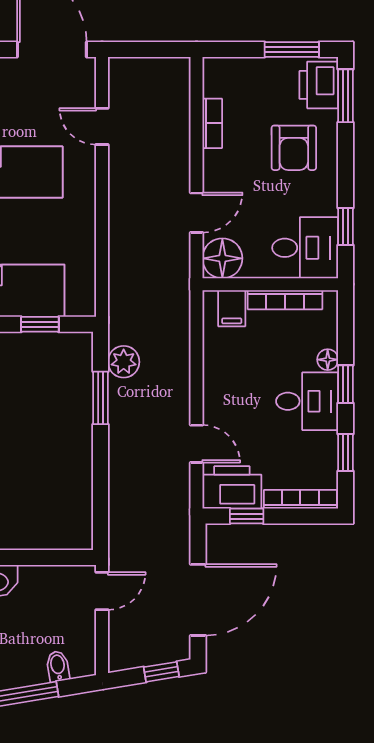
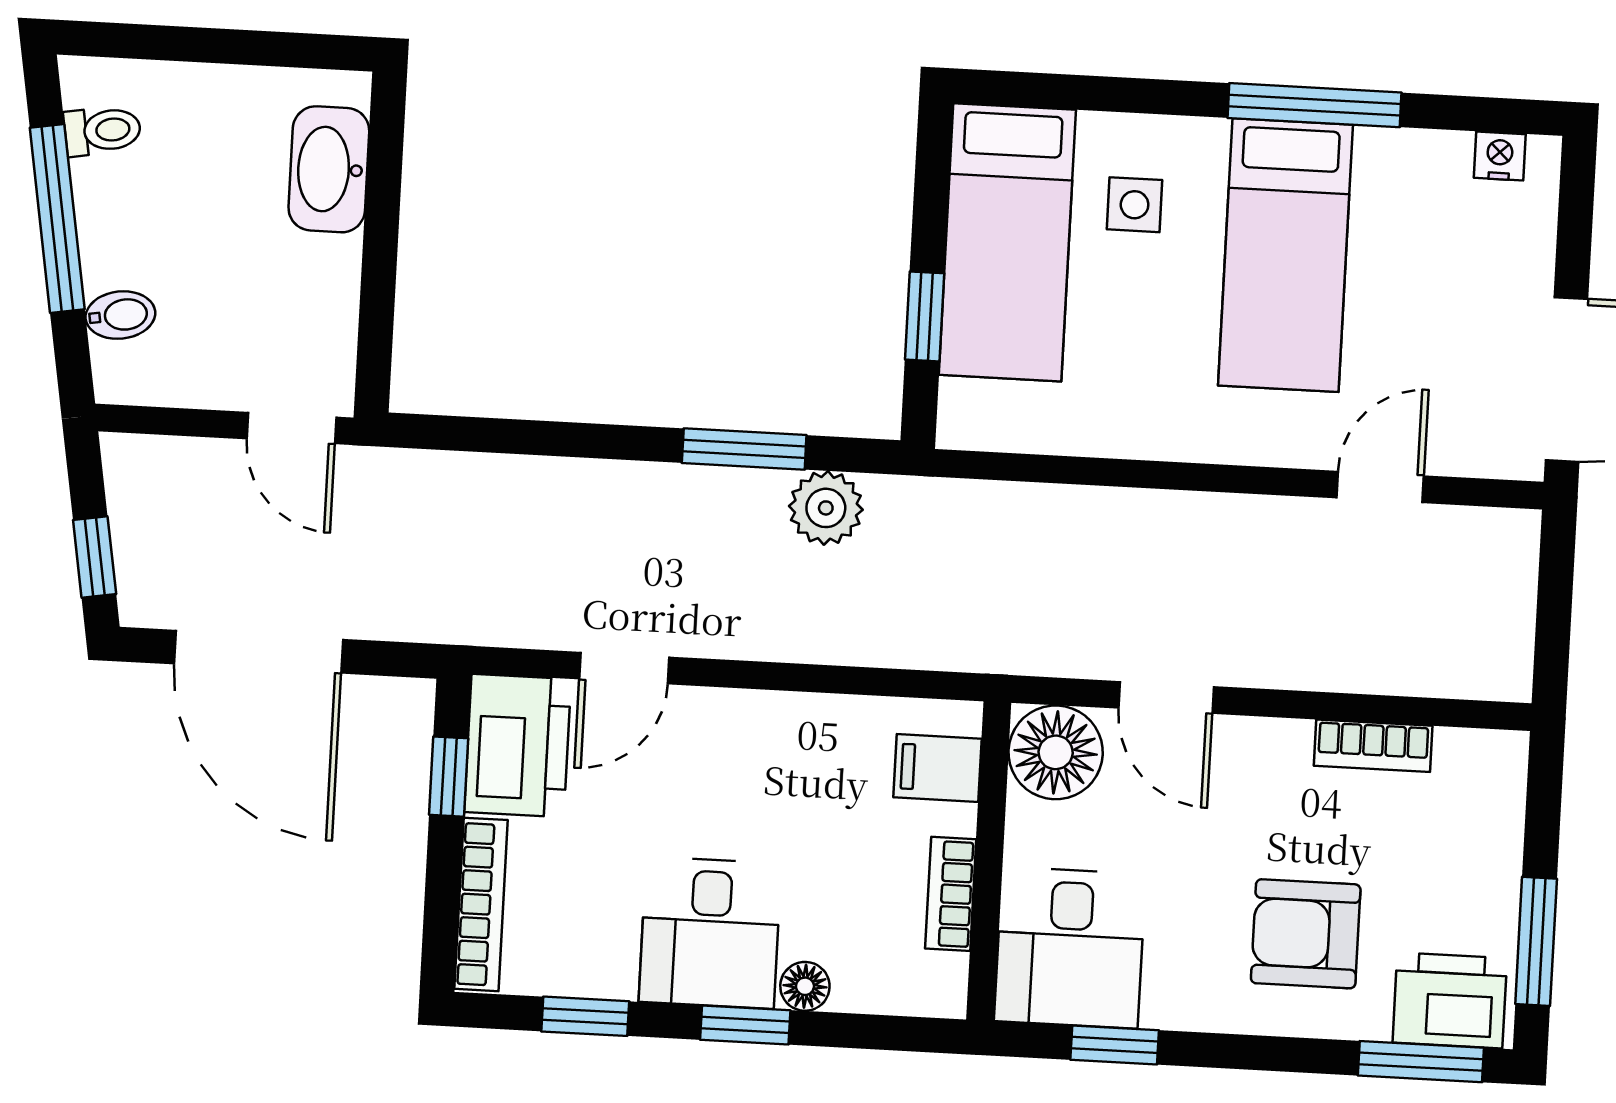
bookcase: (285, 300) -> (951, 894), width x0.64

